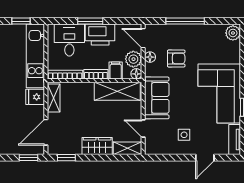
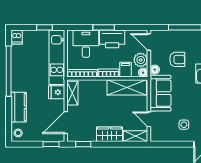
floor lamp: (150, 57) -> (155, 70), moved

